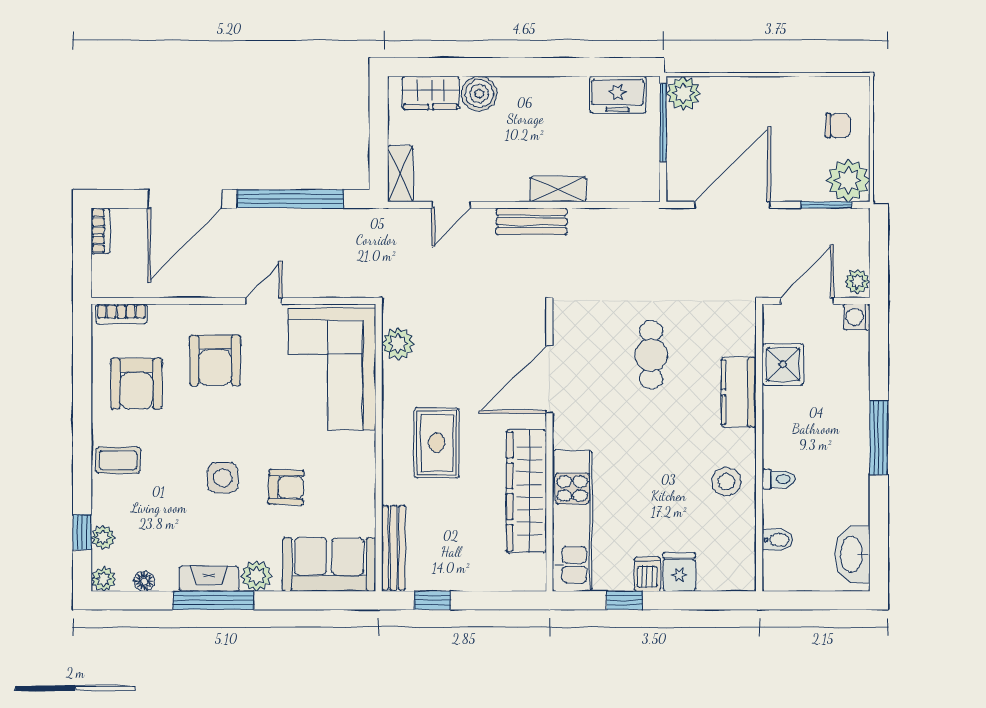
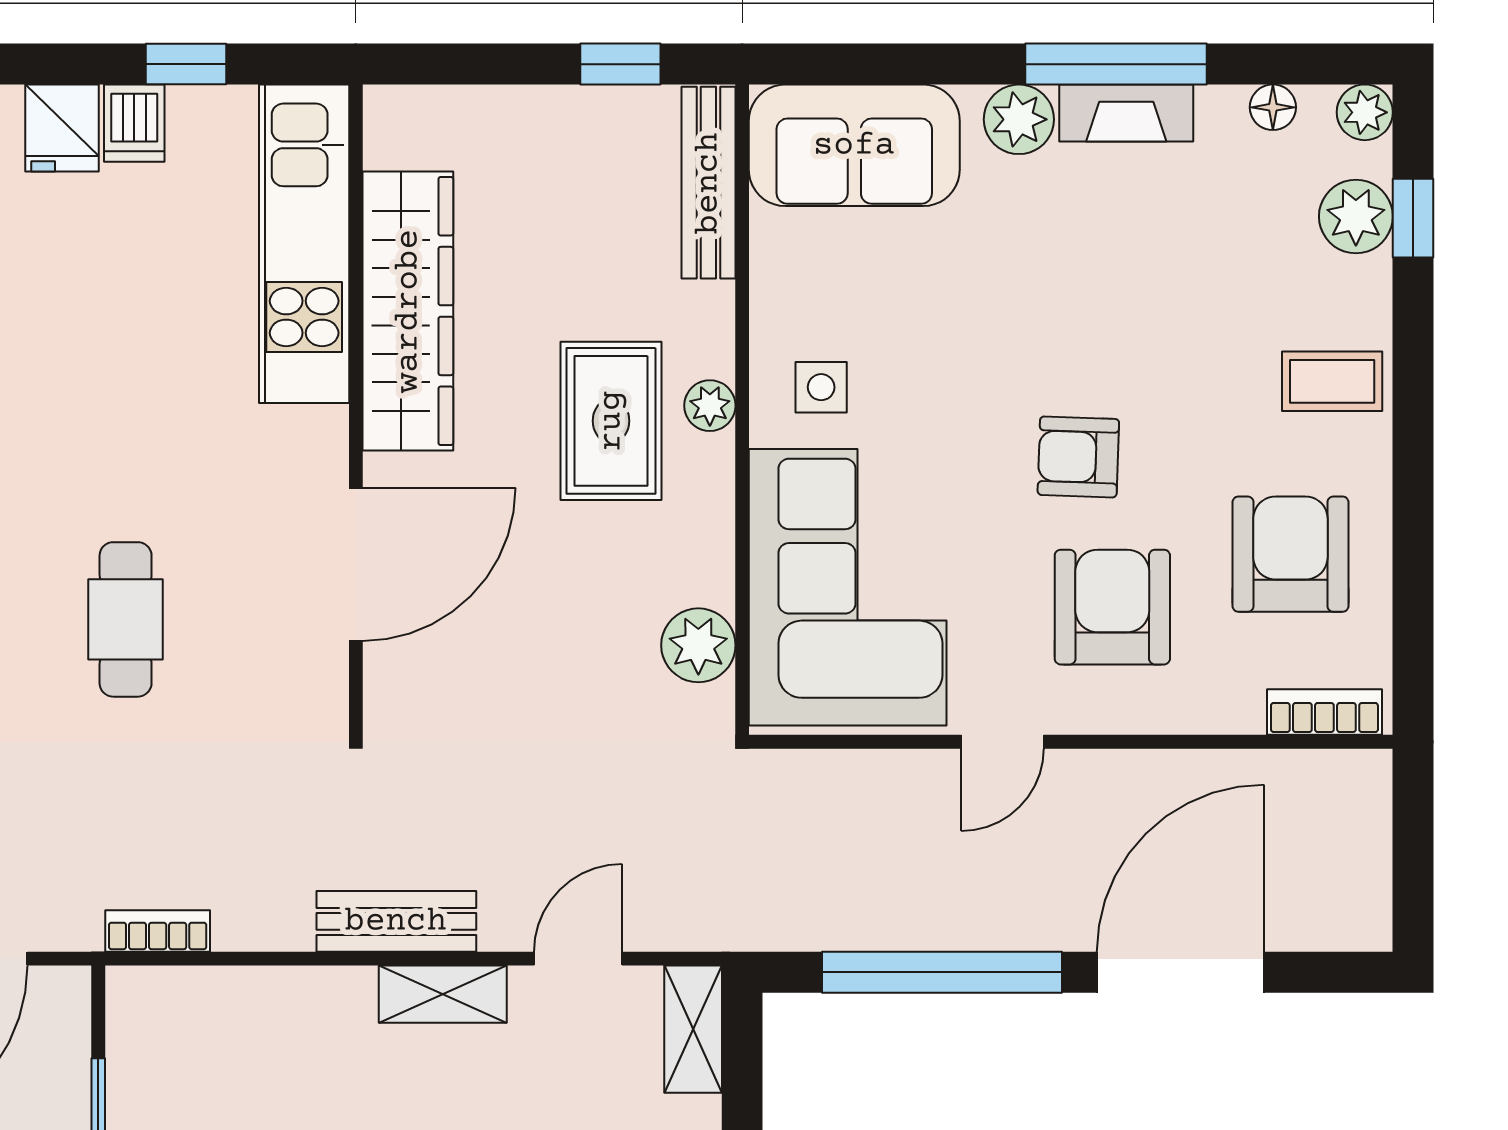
shelving: (558, 189) -> (443, 994), moved
bookcase: (100, 231) -> (158, 931), moved, turned 90
plant: (393, 449) -> (710, 406), added
side table: (223, 478) -> (821, 387), moved, width x0.73, depth x0.73
armchair: (286, 487) -> (1078, 457), moved
plant: (103, 537) -> (1356, 216), width x1.38, depth x1.38

